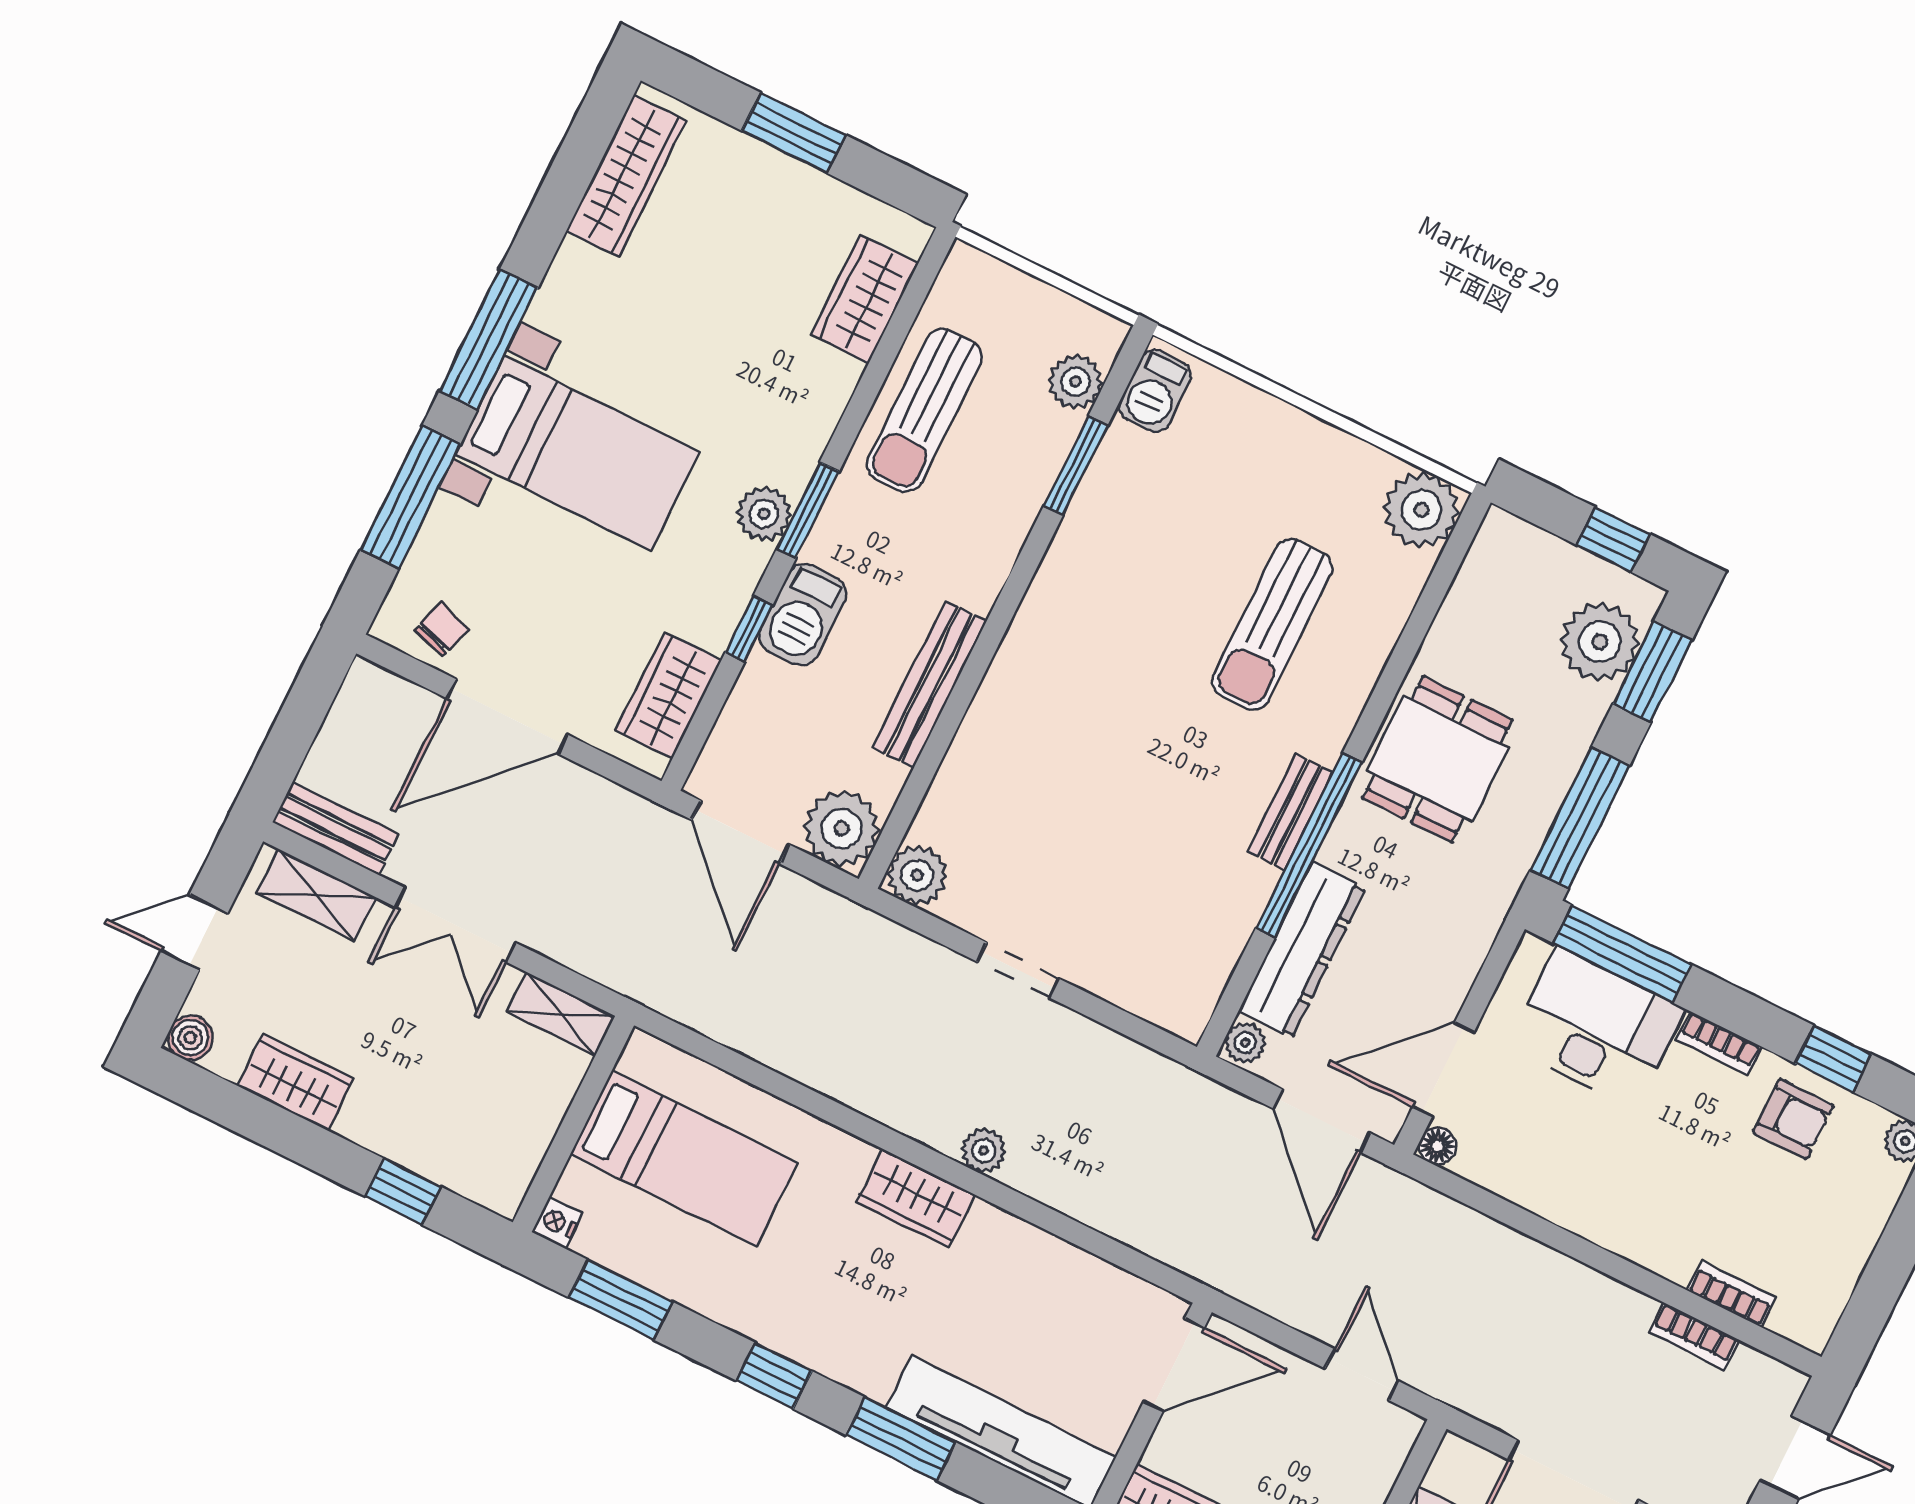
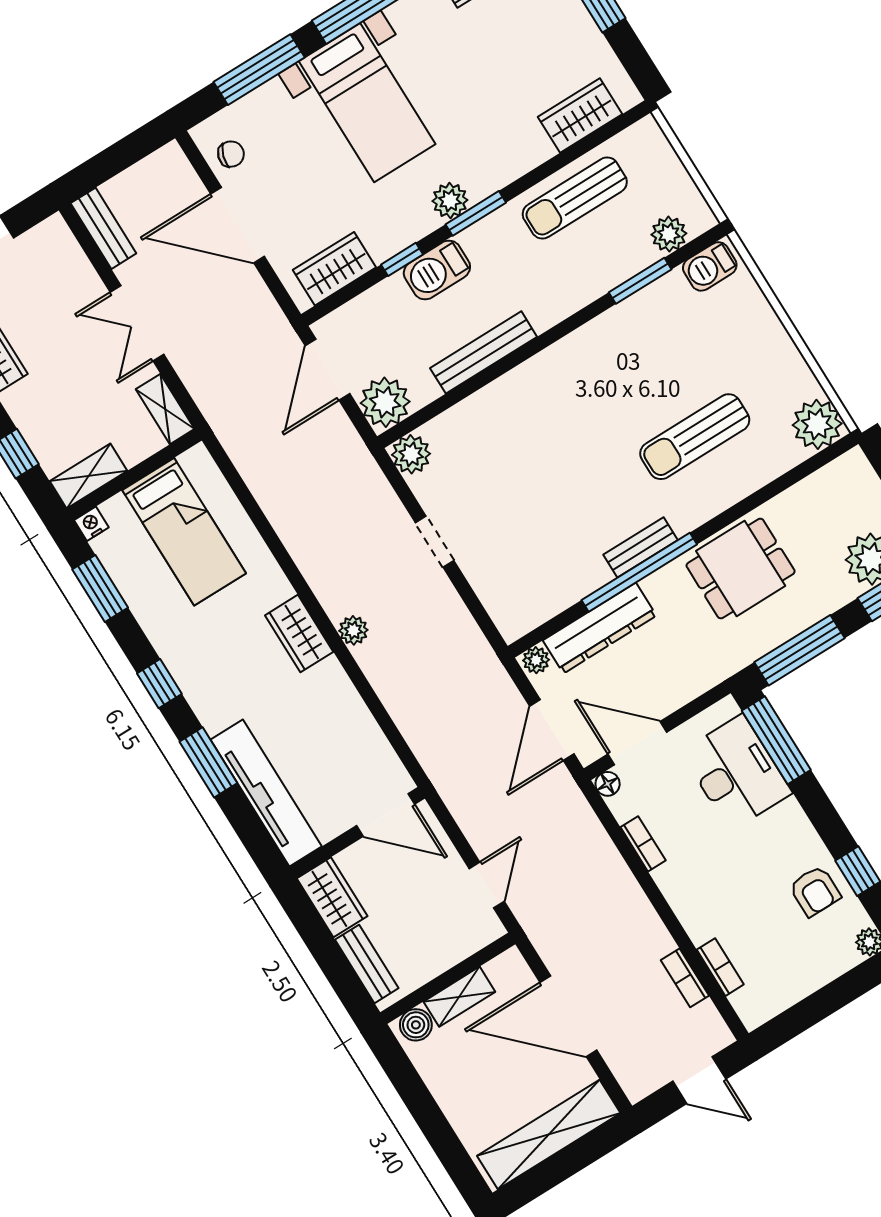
shelving: (316, 895) -> (88, 476), moved, turned 90
bookcase: (1719, 1043) -> (643, 844), moved, turned 180

